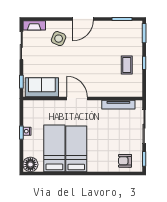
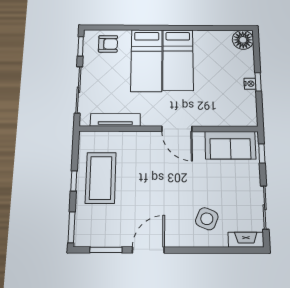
door: (83, 19) -> (148, 250), moved
coffee table: (127, 65) -> (101, 178), width x1.86, depth x1.72
bed: (54, 148) -> (146, 60), moved

